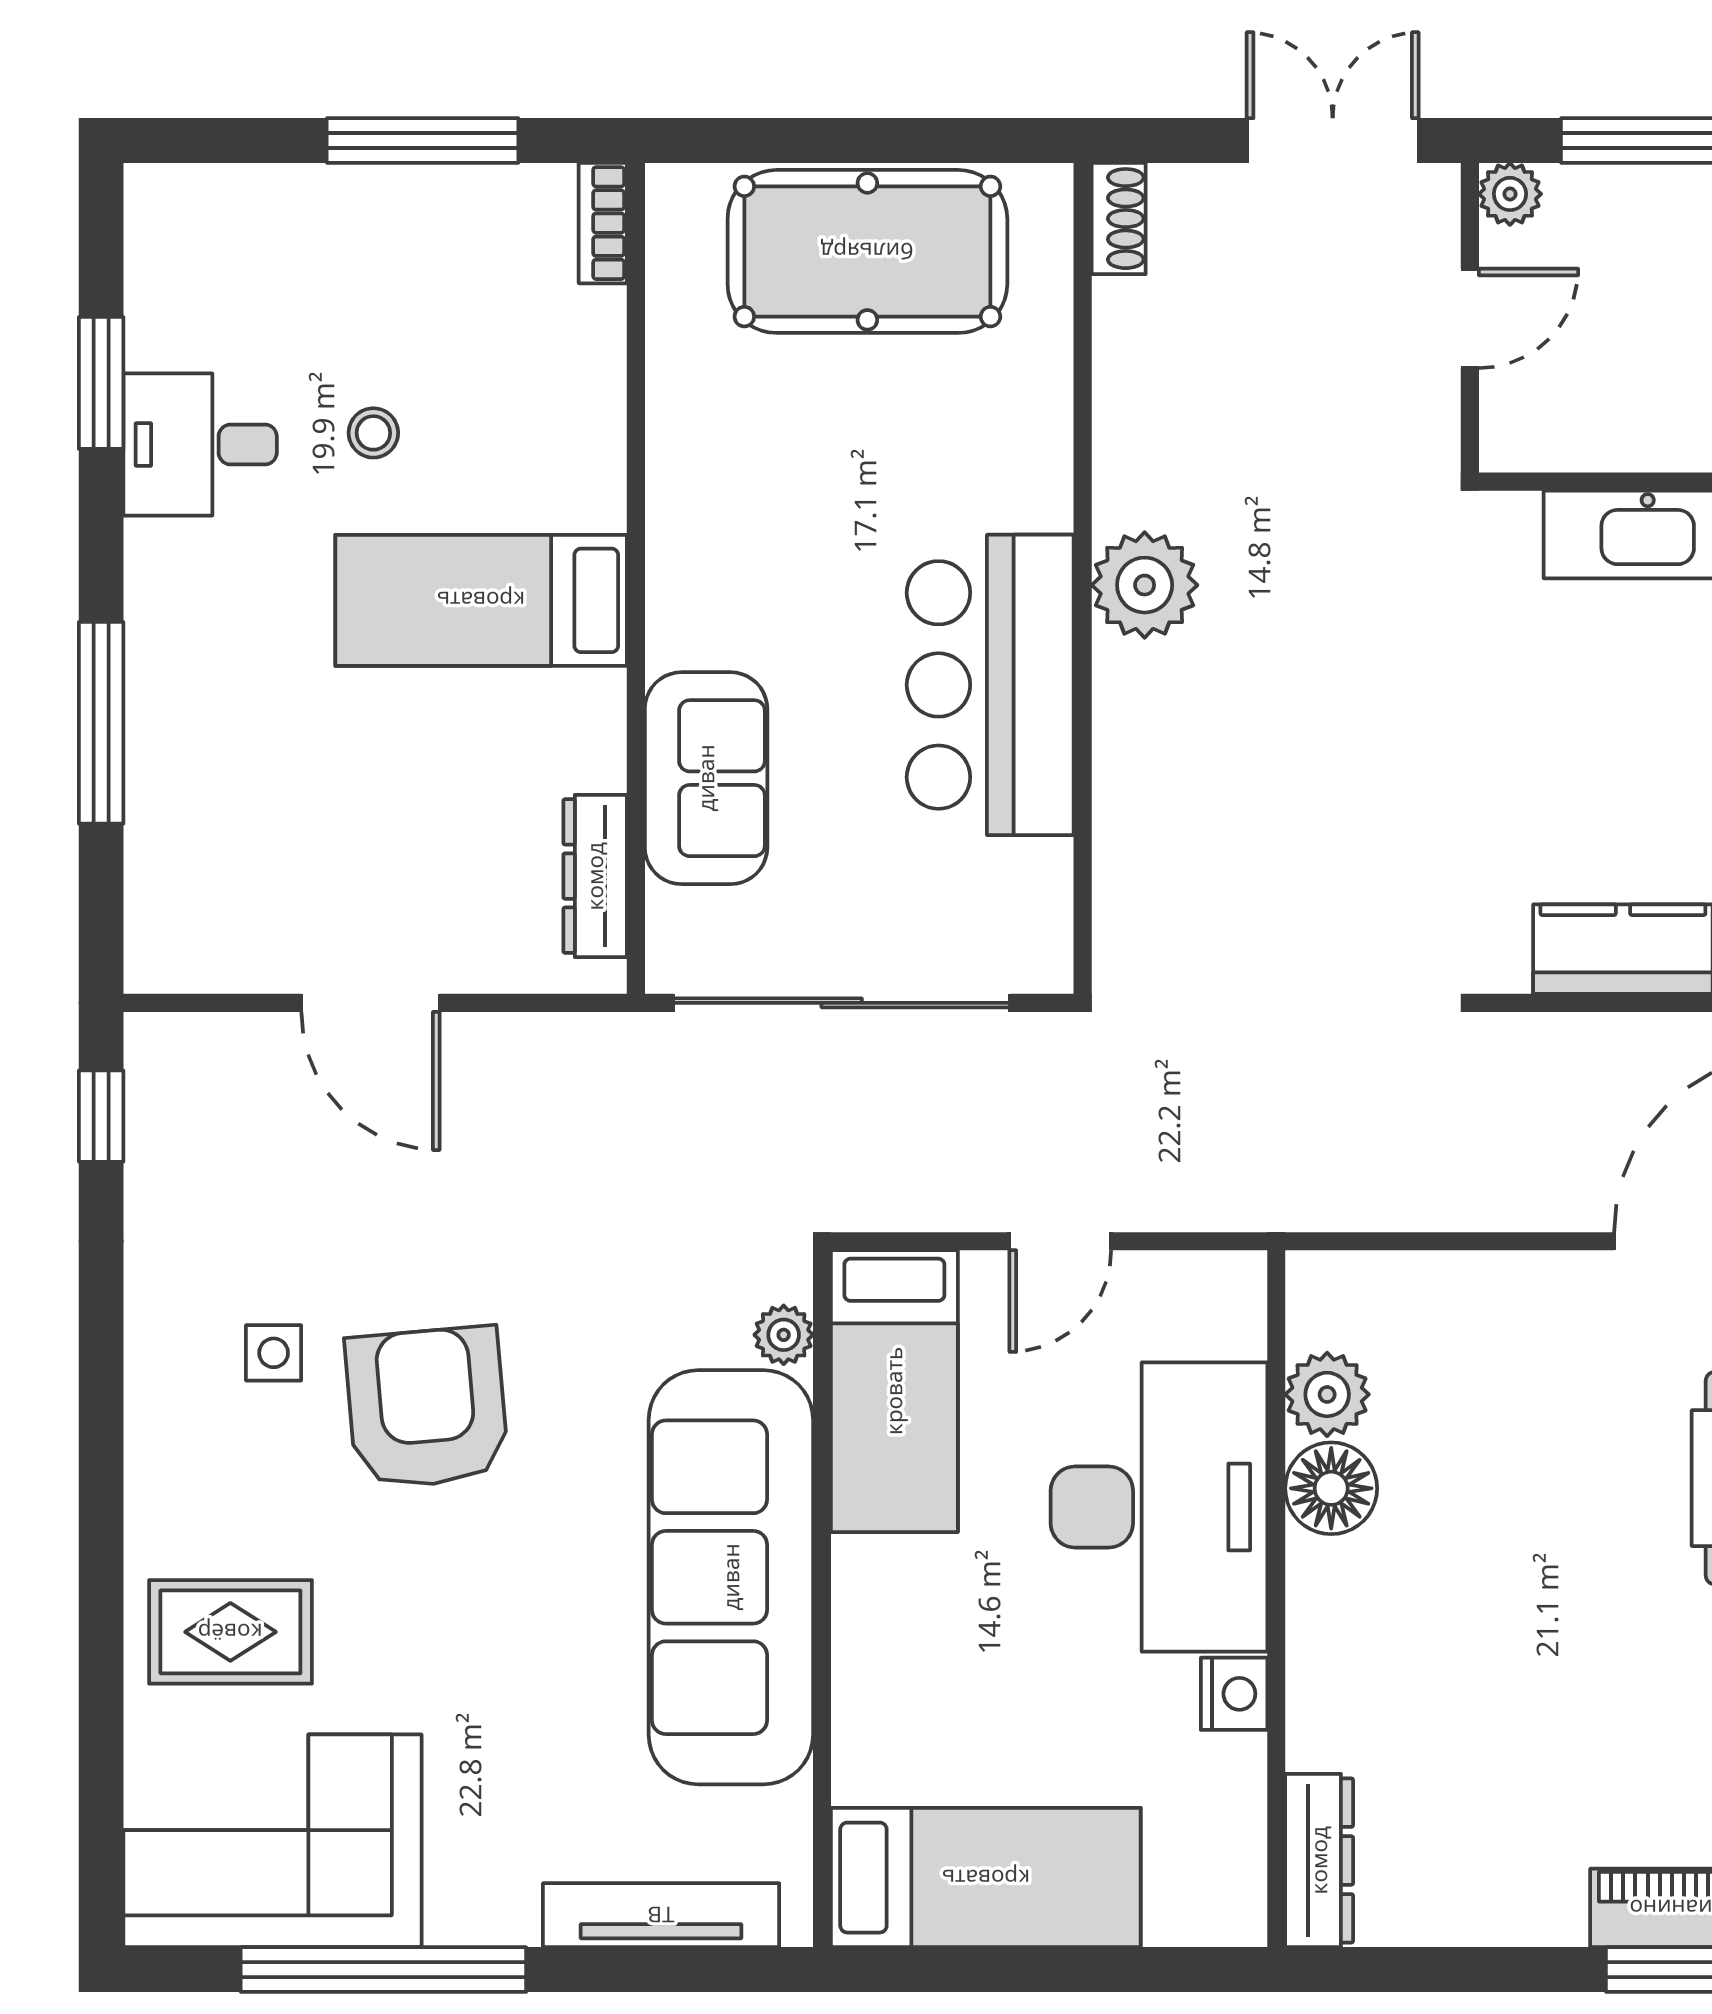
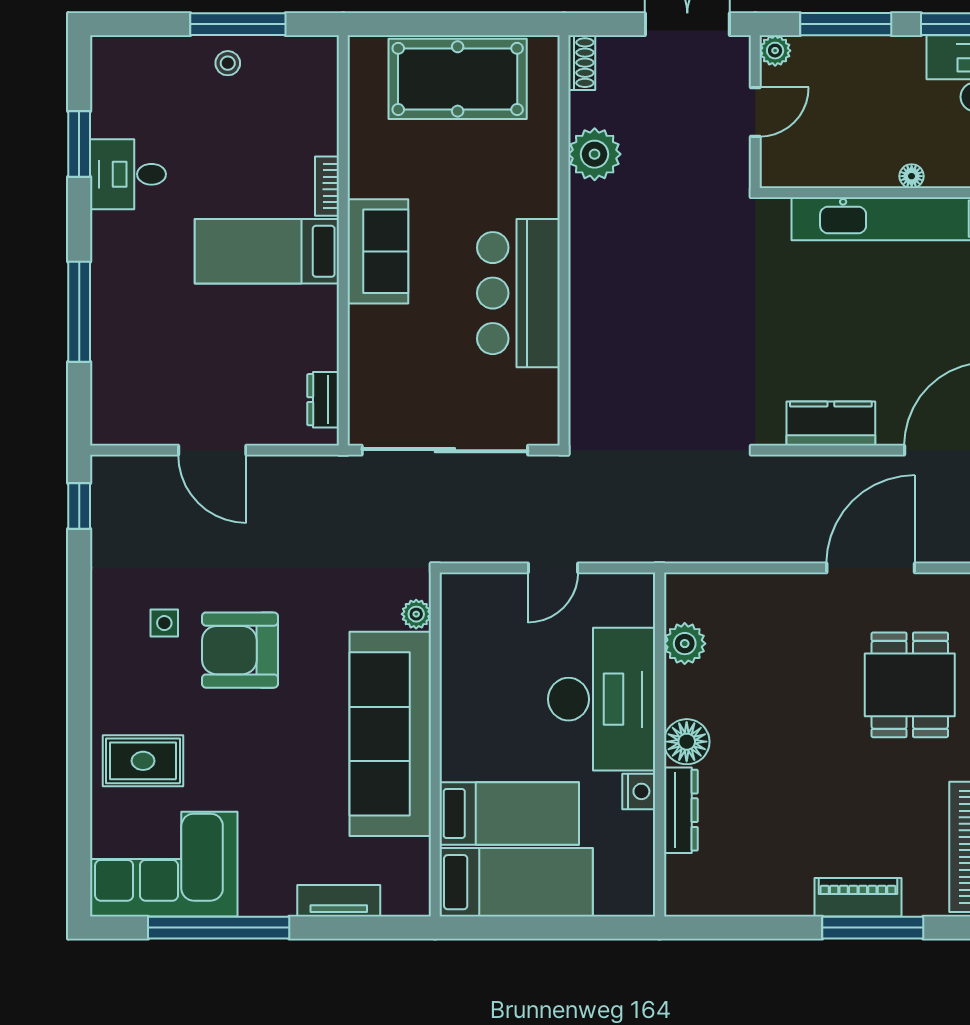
bookcase: (603, 223) -> (327, 186), moved
stool: (373, 433) -> (228, 63), moved
plant: (1145, 585) -> (595, 154), moved
sofa: (706, 778) -> (378, 251), moved
dresser: (595, 876) -> (323, 400), width x0.70
bed: (894, 1391) -> (509, 813), moved, turned -90
armchair: (427, 1408) -> (240, 650), turned -85
floor lamp: (1331, 1488) -> (687, 742), moved
dresser: (1319, 1860) -> (681, 810), moved
tv unit: (661, 1915) -> (339, 901), width x0.71

